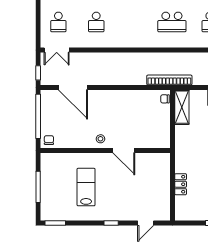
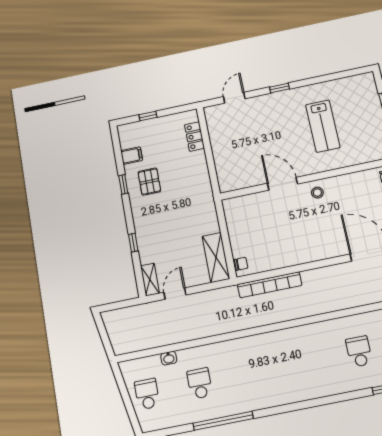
school desk: (172, 22) -> (253, 373), removed
bookcase: (169, 80) -> (270, 285), moved
locker: (181, 184) -> (194, 137), moved
window: (55, 223) -> (353, 72), removed

